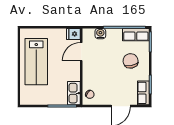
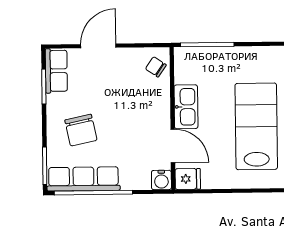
water cooler: (100, 34) -> (161, 180), moved
row of seats: (136, 35) -> (83, 179), width x1.48
door: (81, 52) -> (173, 146), hinge flipped
kitchen sink: (74, 93) -> (186, 107), moved

